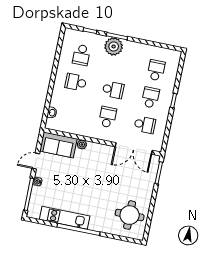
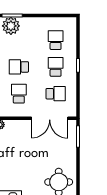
school desk: (113, 90) -> (19, 67), turned 180

